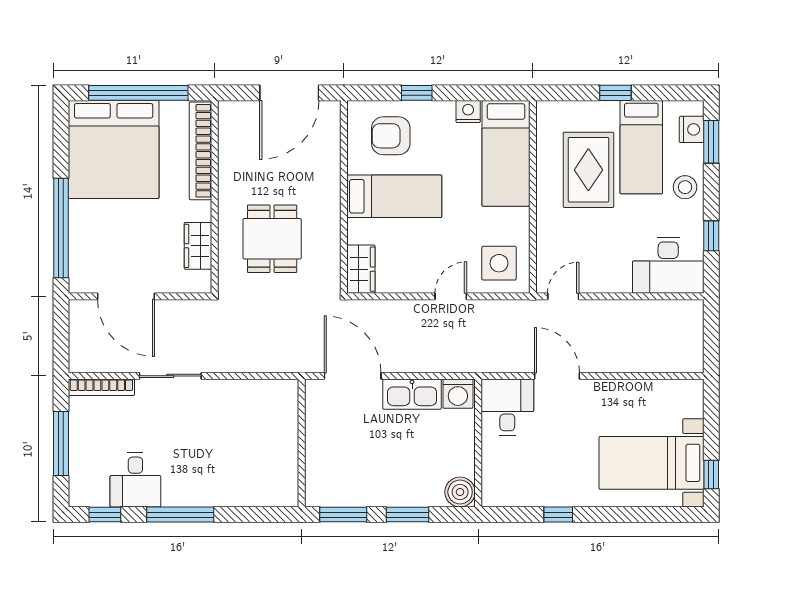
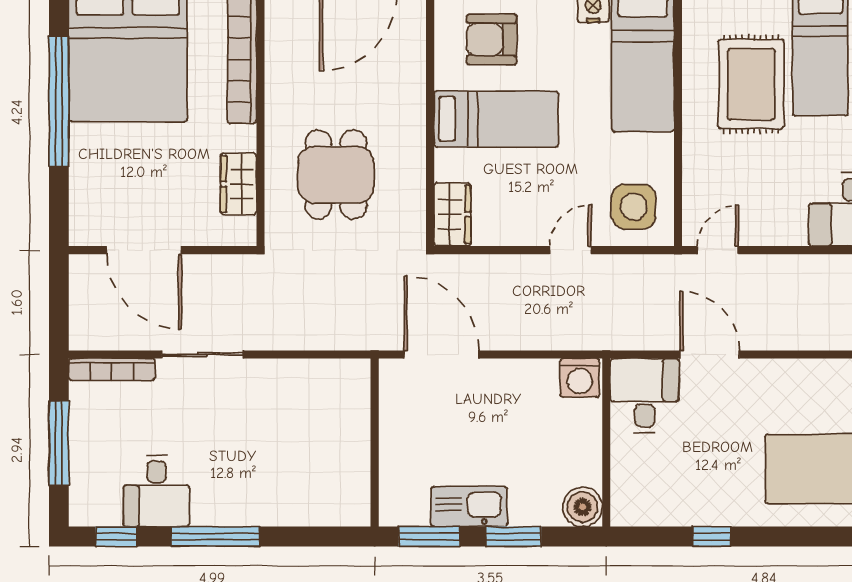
window: (61, 228) -> (59, 101), moved
kitchen sink: (412, 394) -> (469, 507), moved, turned 180

